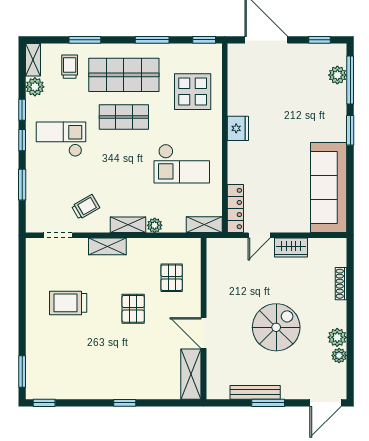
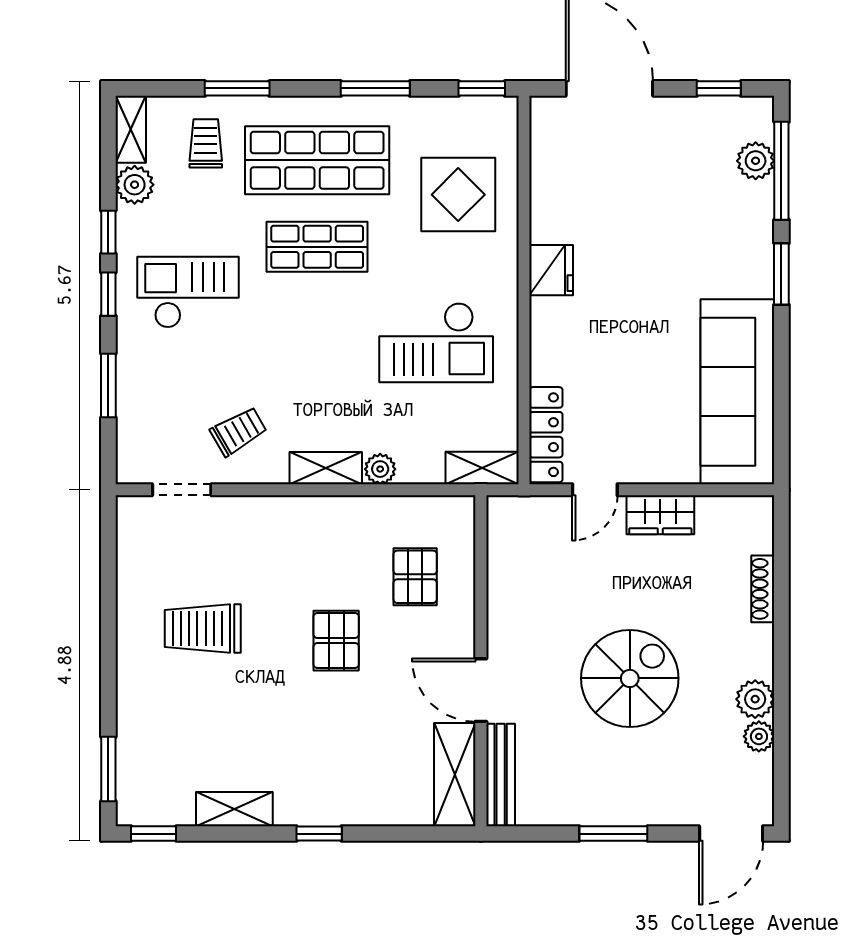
shelving: (107, 246) -> (234, 809), moved
bench: (255, 392) -> (501, 775), moved, turned 90

